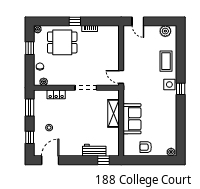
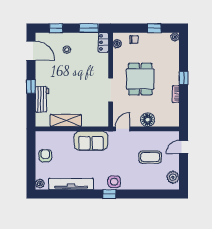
dining table: (62, 42) -> (140, 79), moved
floor lamp: (113, 54) -> (148, 120), added
coffee table: (166, 61) -> (150, 157), moved
locker: (56, 94) -> (103, 42), moved
shelving: (114, 113) -> (66, 120), moved
sofa: (132, 119) -> (91, 141), moved
tv unit: (171, 124) -> (71, 184), added
window: (104, 160) -> (31, 87), moved

